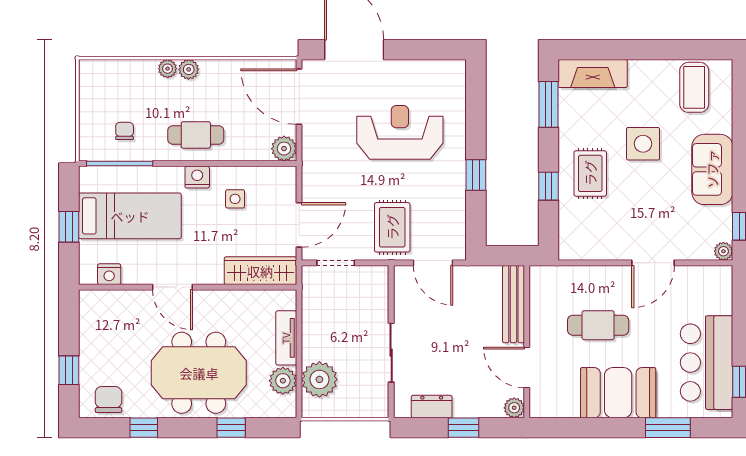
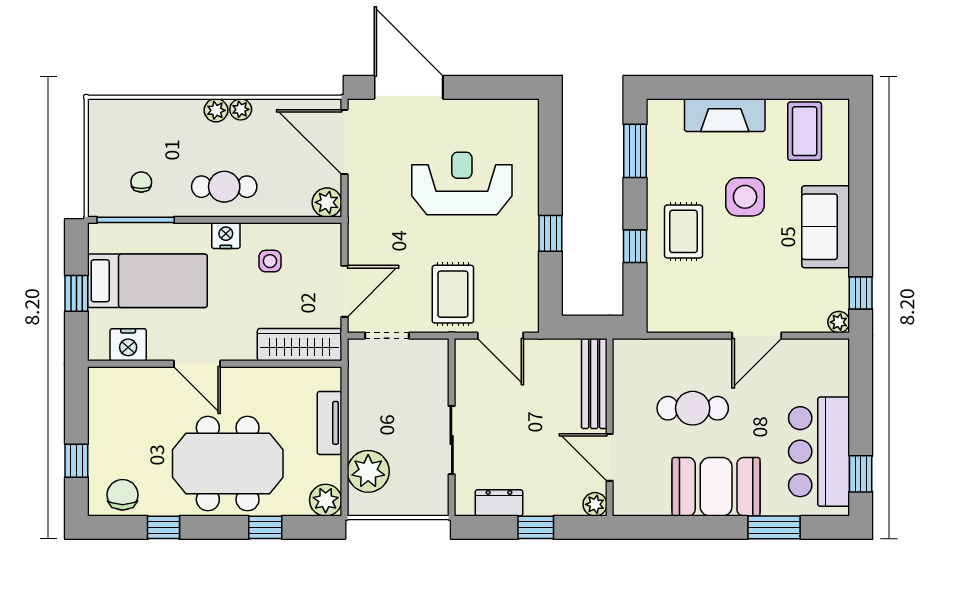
plant: (168, 69) -> (241, 109), moved
fireplace: (593, 74) -> (725, 115), moved
nightstand: (109, 274) -> (128, 345), width x1.36, depth x1.33
plant: (283, 381) -> (326, 500), moved

